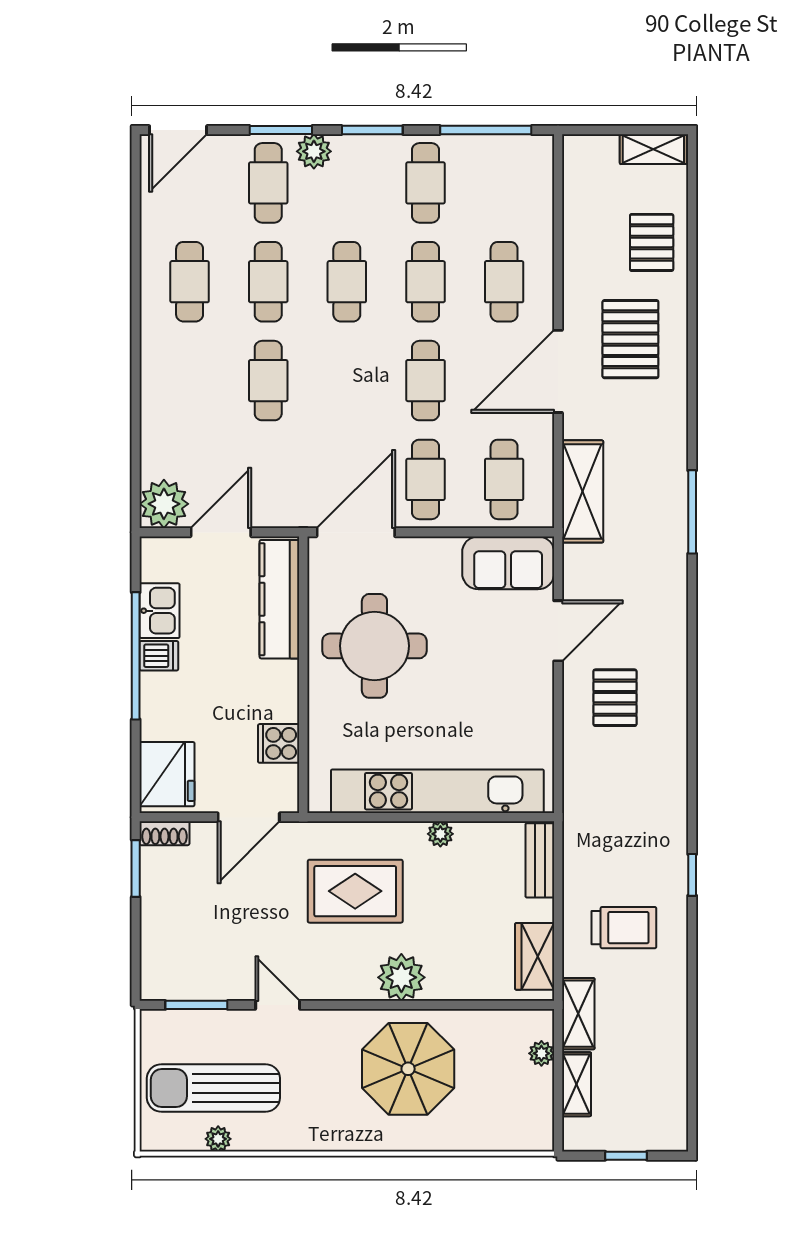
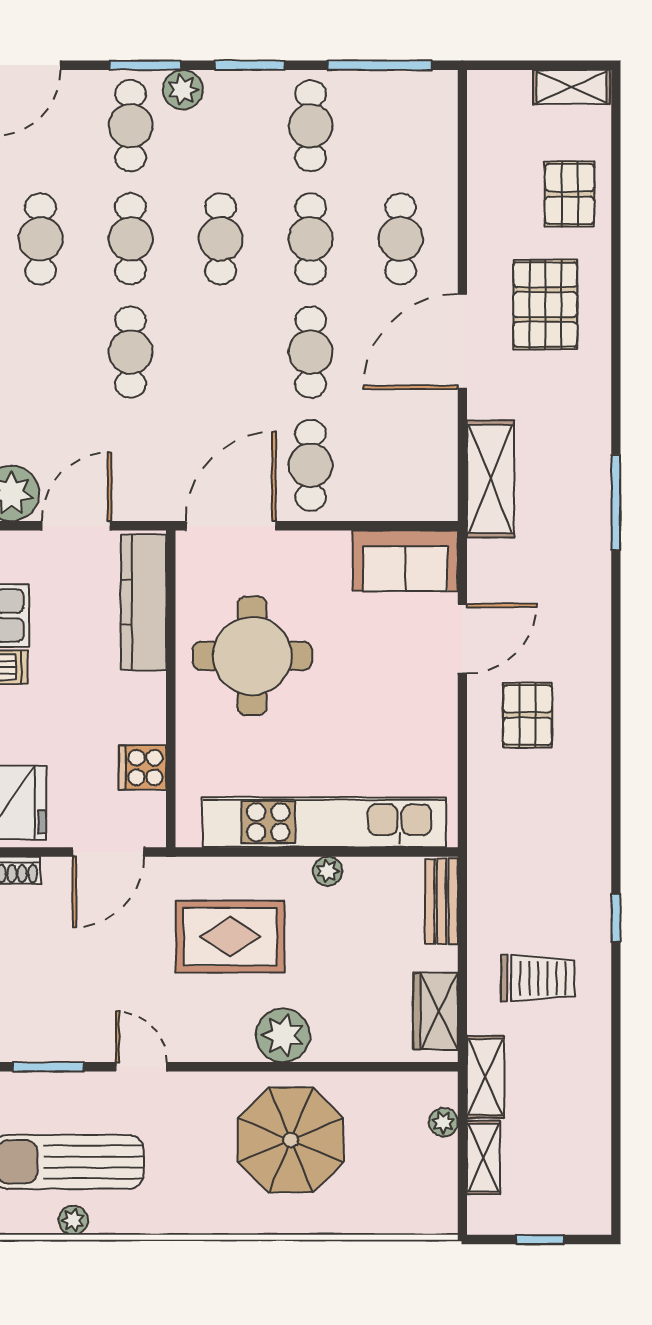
cafe table: (504, 479) -> (401, 465), removed

